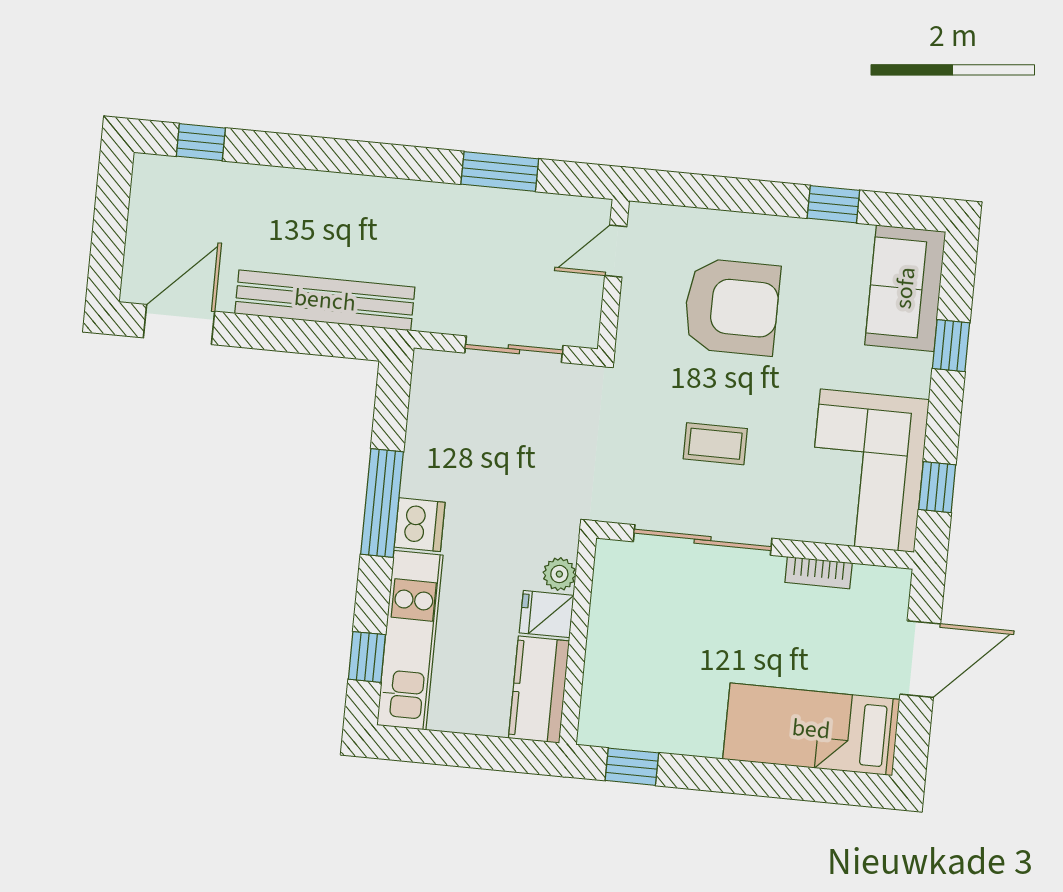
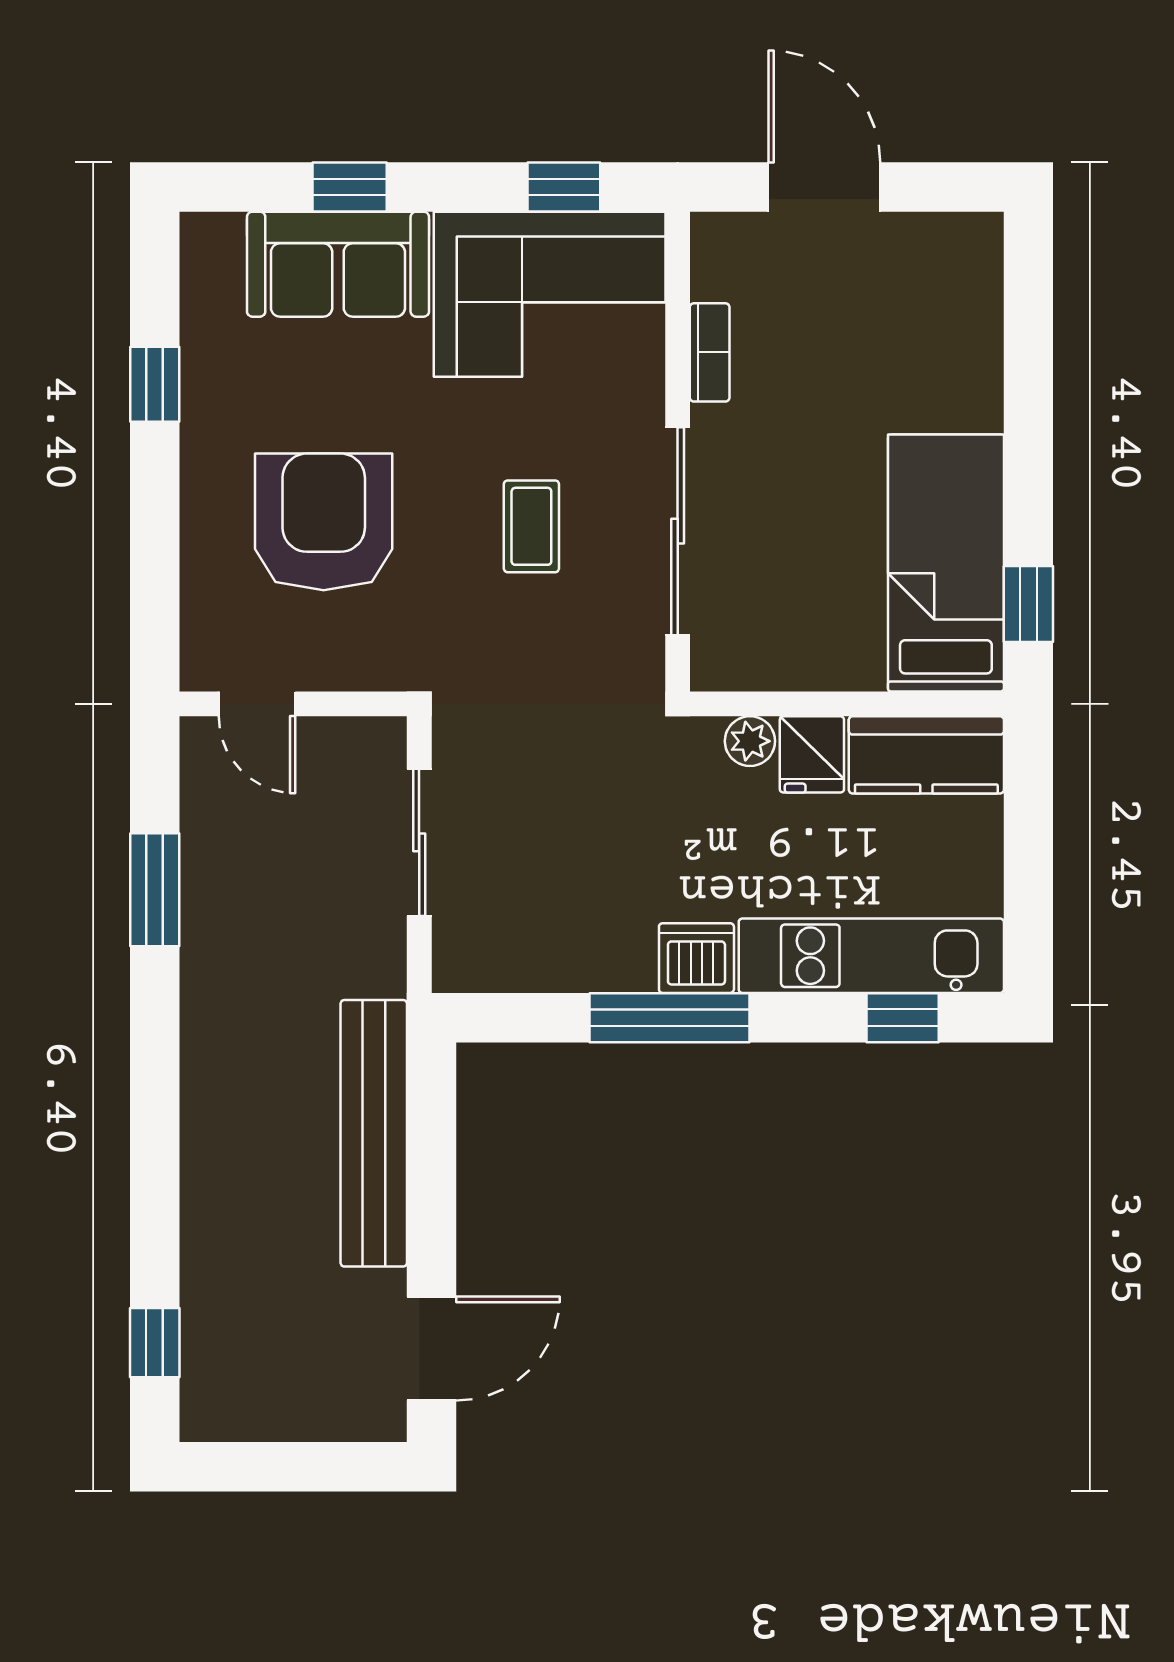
sofa: (905, 288) -> (338, 264), moved
door: (179, 325) -> (432, 1348), swing flipped
bed: (811, 729) -> (946, 563), moved, turned 180

